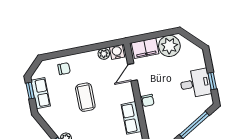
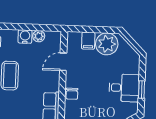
filing cabinet: (145, 48) -> (88, 41), width x0.50
water cooler: (117, 52) -> (25, 37), moved

